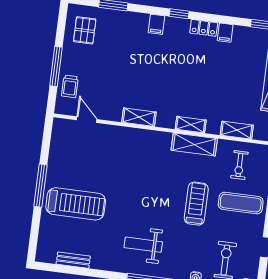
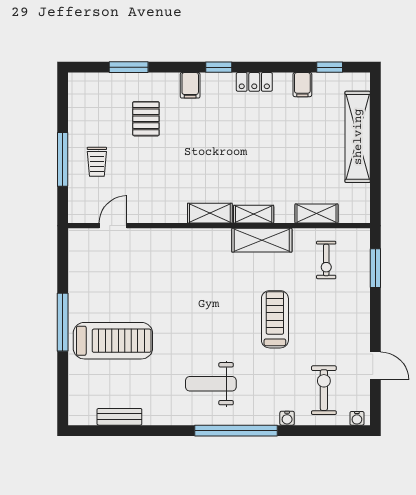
pallet: (85, 30) -> (146, 119), moved
filing cabinet: (225, 33) -> (302, 85), moved
trolley: (70, 86) -> (97, 162), moved
shelving: (139, 117) -> (210, 213), moved
door: (87, 120) -> (113, 226), hinge flipped
exercise mat: (241, 203) -> (335, 311), removed

